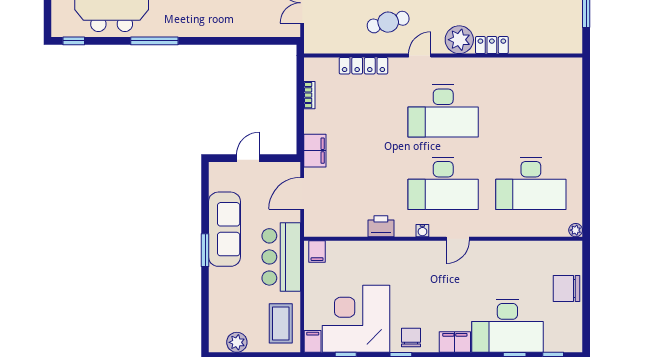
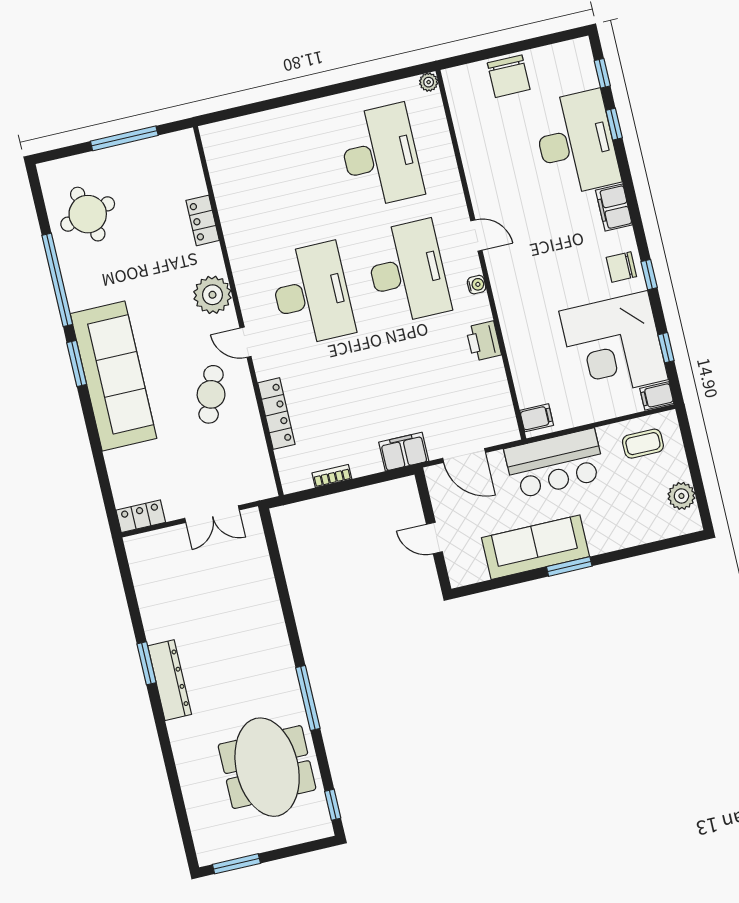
cafe table: (388, 22) -> (211, 394), turned 35
locker: (492, 45) -> (203, 220), moved
coffee table: (281, 323) -> (643, 444), width x0.73, depth x0.77

